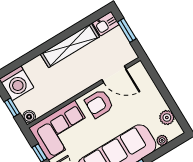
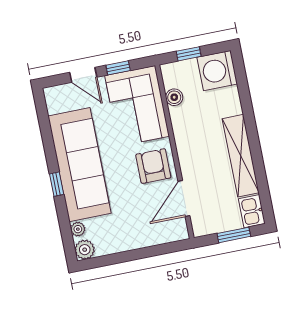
boiler: (29, 117) -> (174, 97), moved
plant: (167, 118) -> (85, 250), moved

